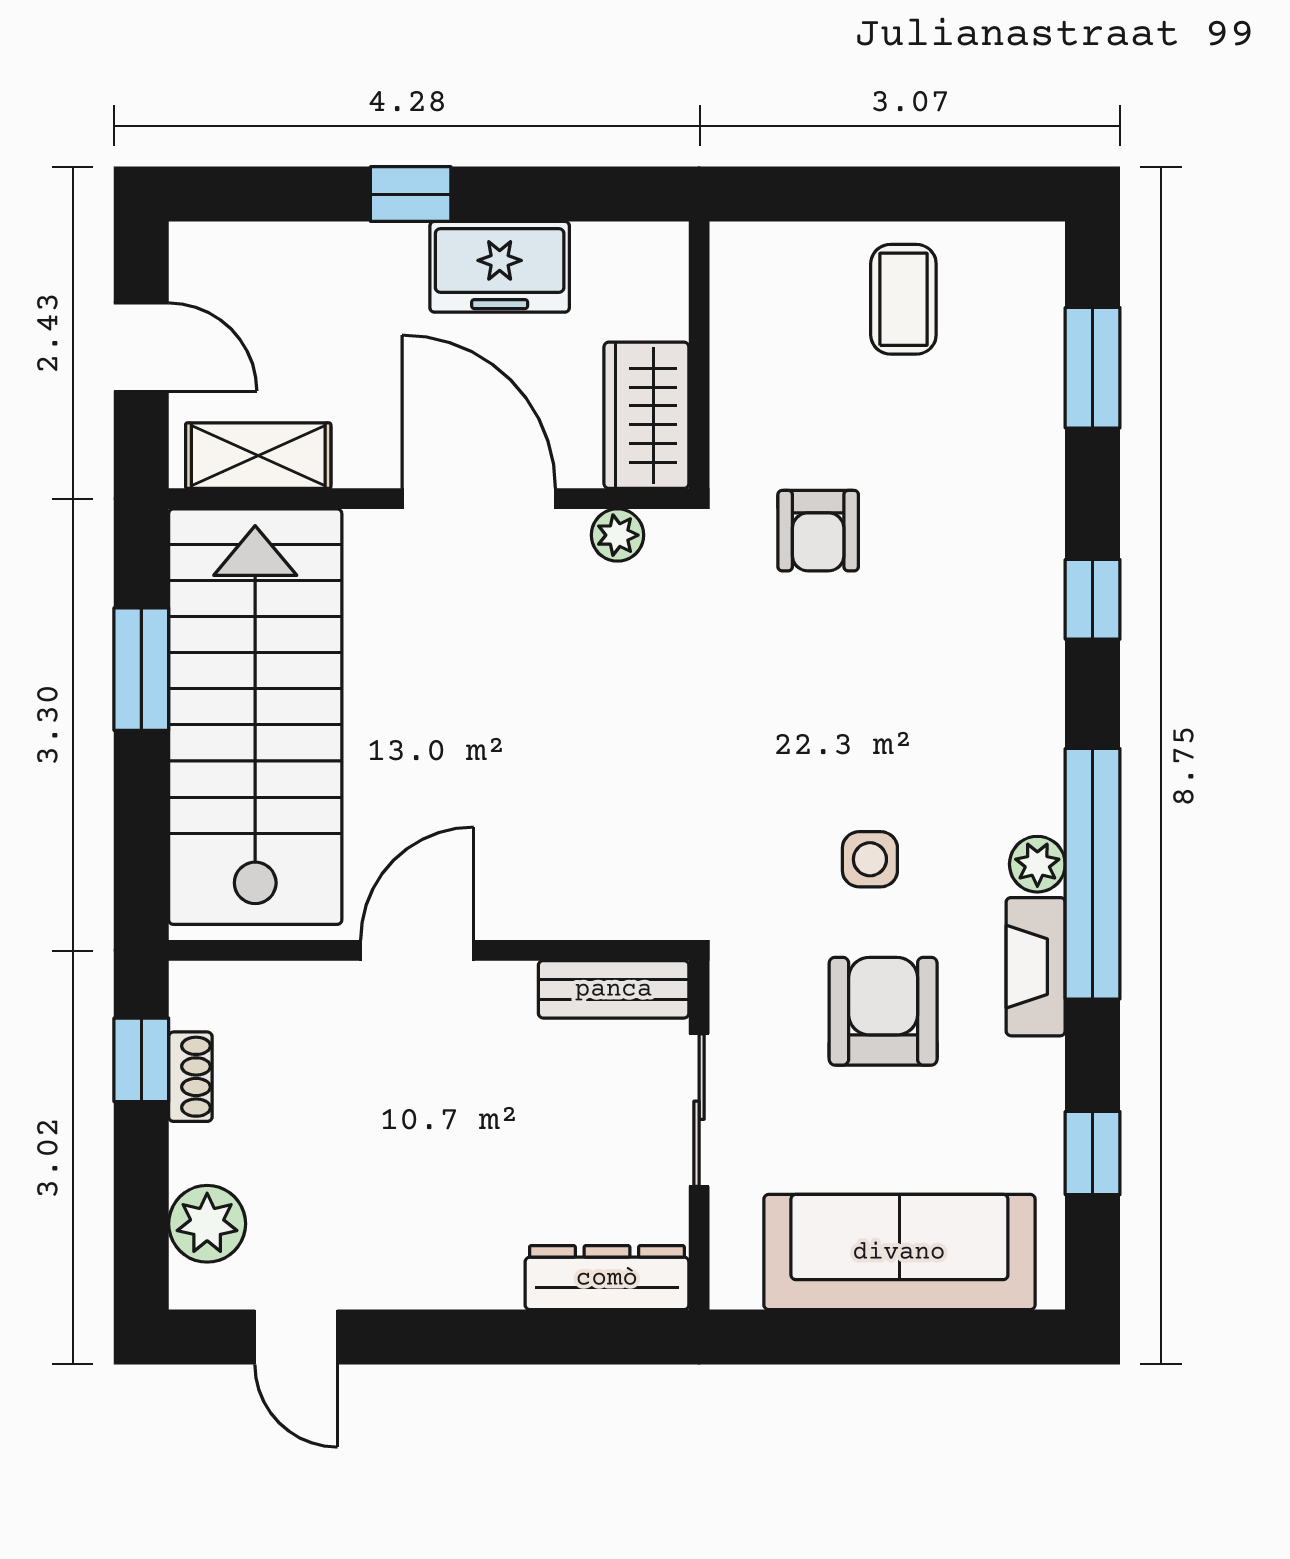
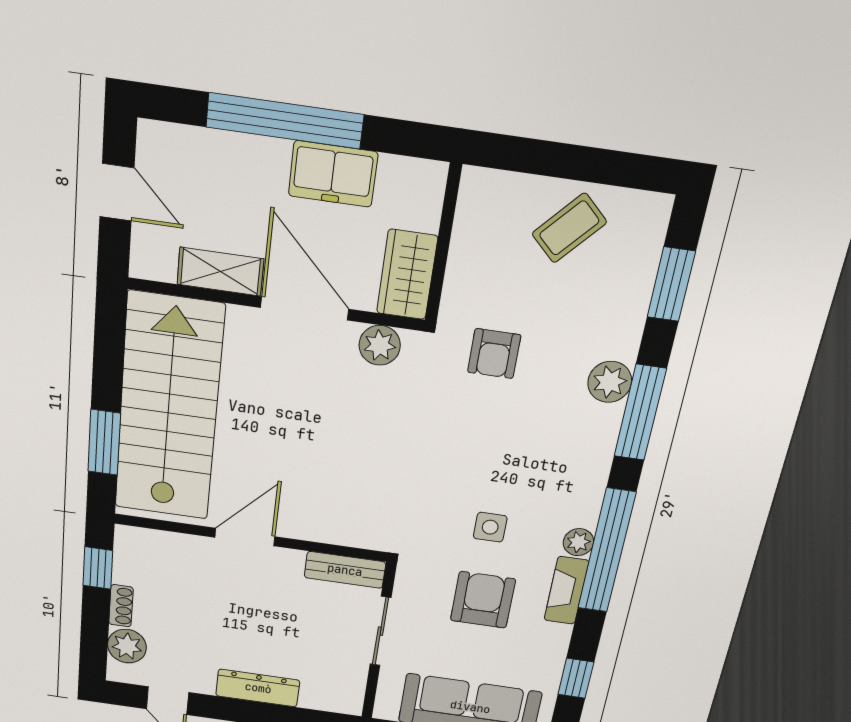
window: (411, 194) -> (285, 121), width x3.17
coffee table: (903, 299) -> (569, 228), turned 43
shelving: (258, 456) -> (220, 272), moved
plant: (617, 535) -> (380, 345), width x1.38, depth x1.38
plant: (1027, 552) -> (610, 382), added
window: (1093, 599) -> (640, 413), width x2.17
window: (141, 669) -> (104, 442), moved
shoe rack: (190, 1077) -> (121, 606), moved
dresser: (607, 1278) -> (258, 688), moved

